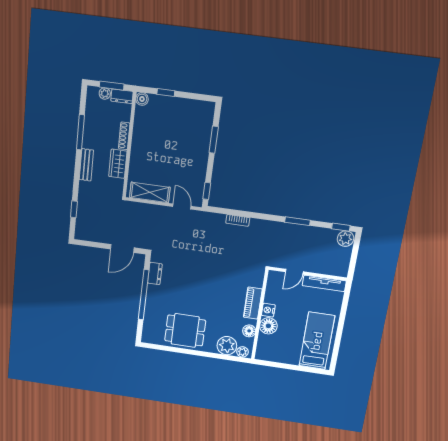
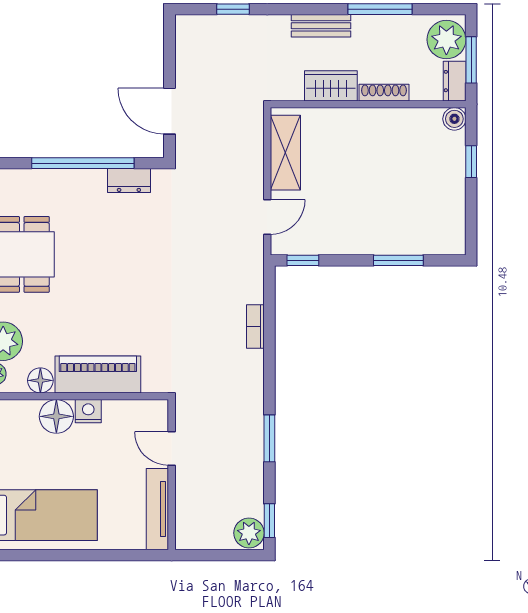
plant: (105, 94) -> (446, 40), width x1.87, depth x1.87
piano: (253, 303) -> (98, 375), width x1.37, depth x1.33

